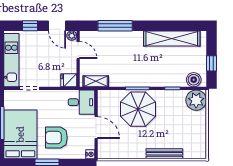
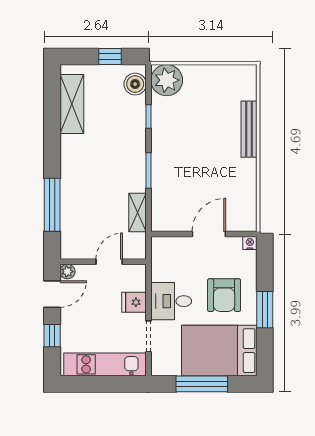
shelving: (172, 39) -> (72, 104), width x0.68
door: (78, 50) -> (109, 262), moved
fridge: (69, 80) -> (134, 302), moved, turned 90
shelving: (96, 81) -> (137, 213), moved
desk: (81, 102) -> (171, 301), moved, turned -90
parasol: (138, 109) -> (180, 170), removed

